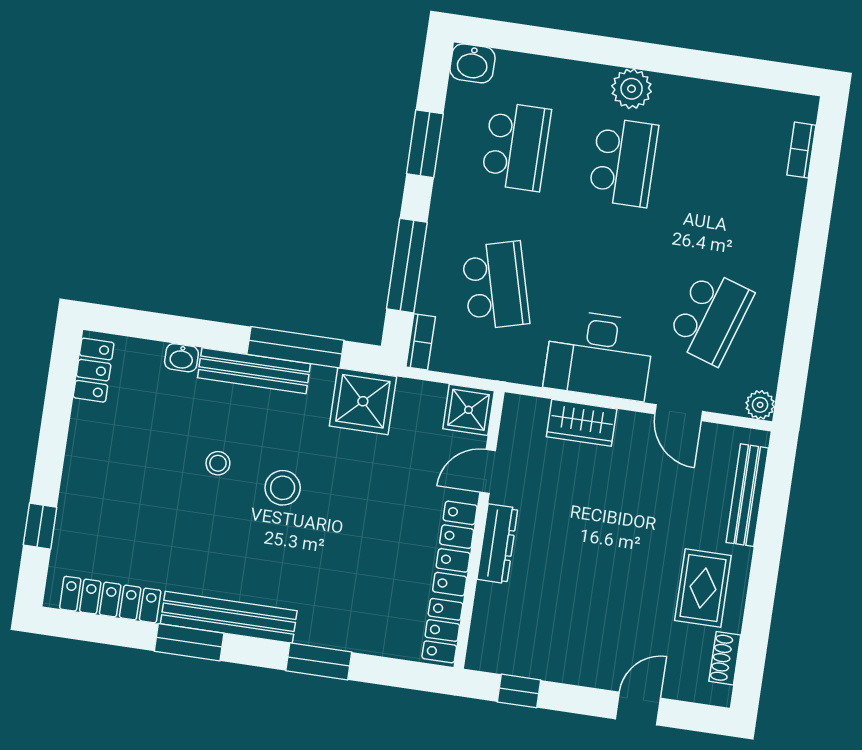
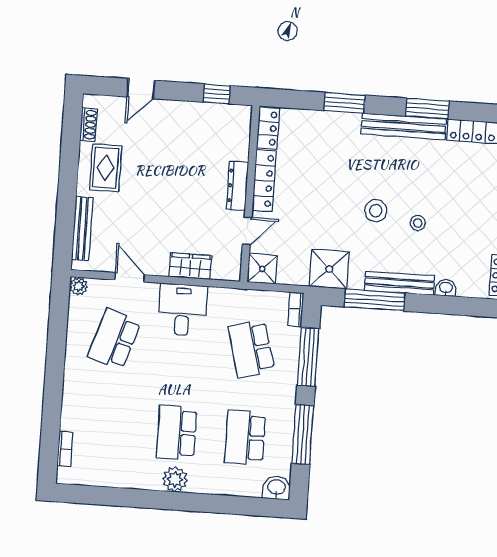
window: (425, 144) -> (303, 435), width x1.44
desk: (599, 355) -> (183, 310), width x0.73

